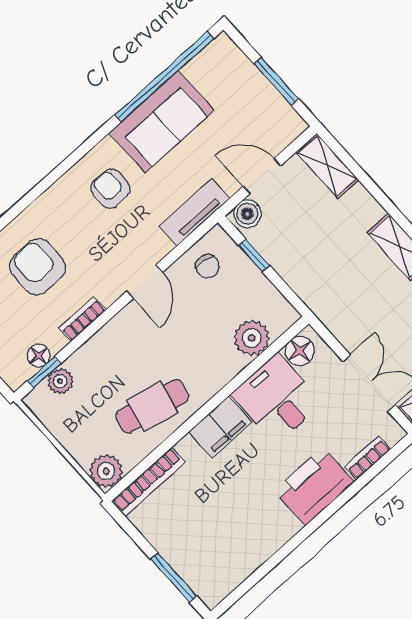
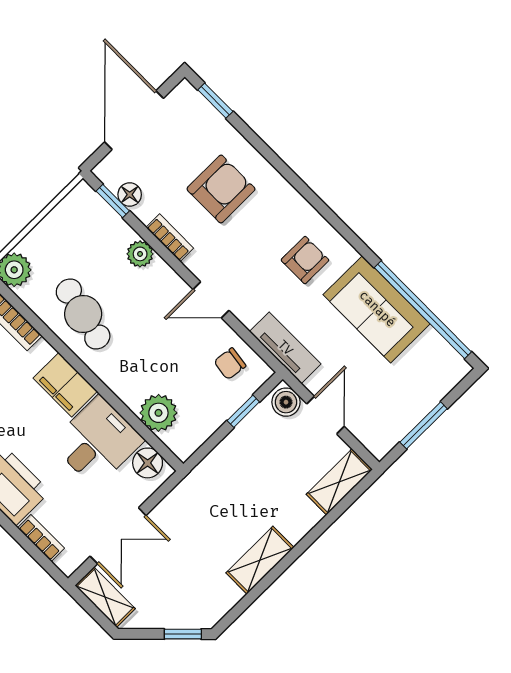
plant: (60, 381) -> (140, 254), moved

